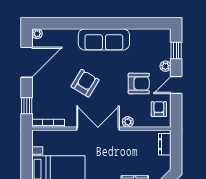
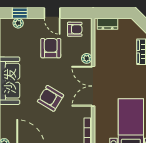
plant: (165, 66) -> (18, 23), moved
armchair: (159, 109) -> (75, 29), turned 180

